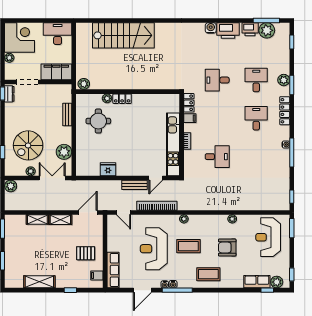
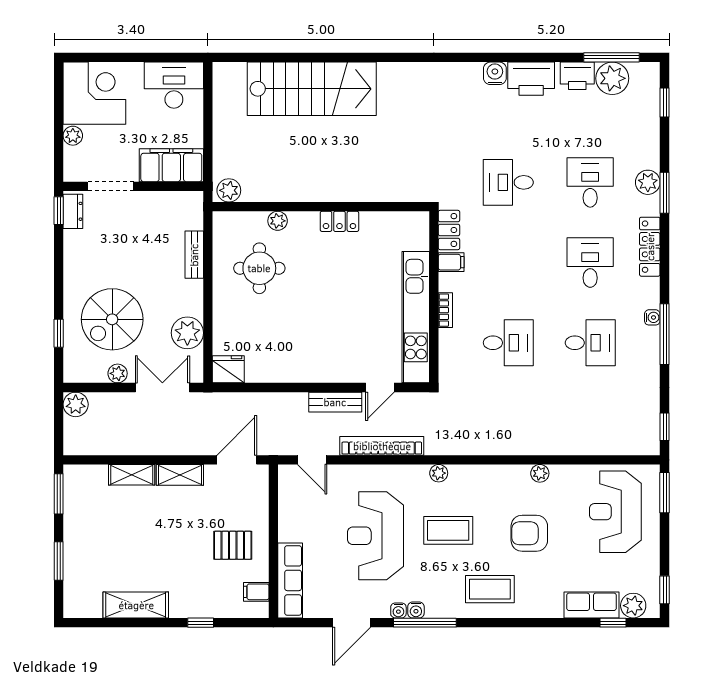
locker: (122, 99) -> (339, 221), moved
desk: (256, 157) -> (590, 343), added
fridge: (108, 169) -> (228, 369), moved

